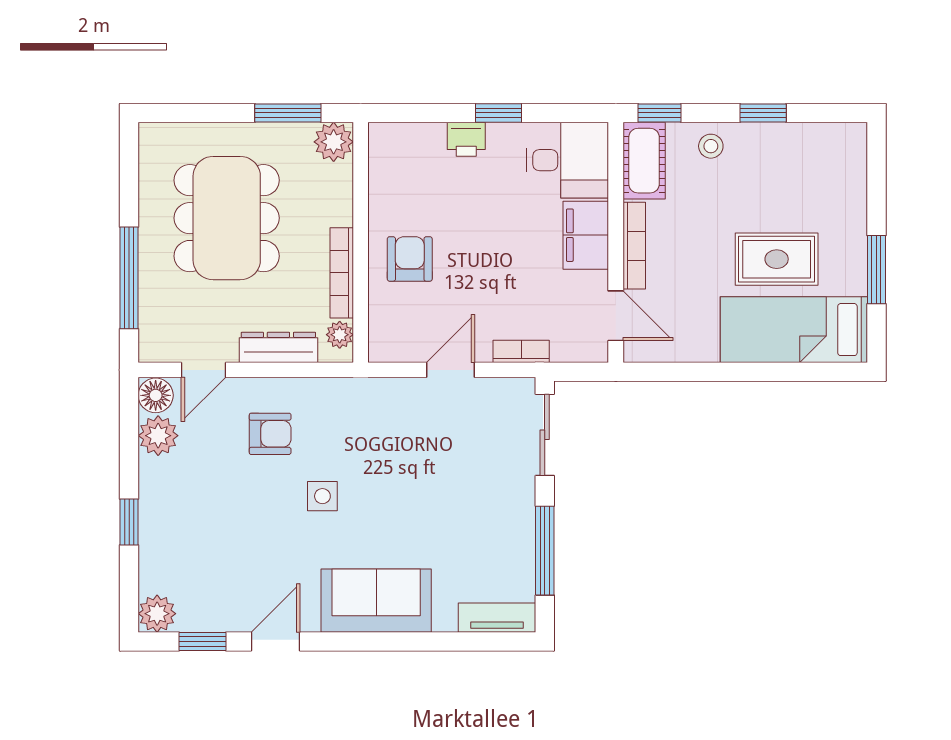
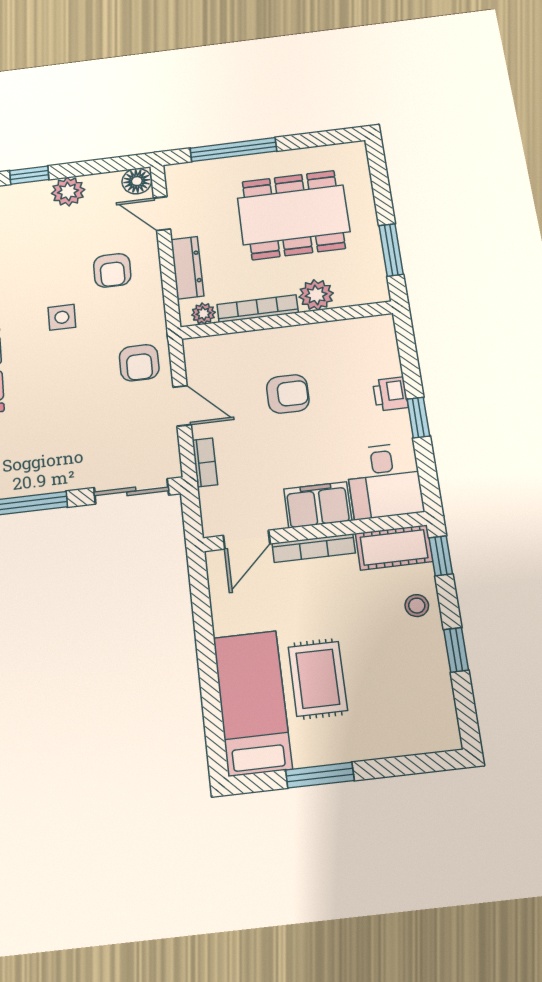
plant: (334, 142) -> (316, 295), moved
armchair: (410, 259) -> (288, 394), moved
armchair: (391, 413) -> (139, 363), added
plant: (158, 436) -> (68, 192), moved

